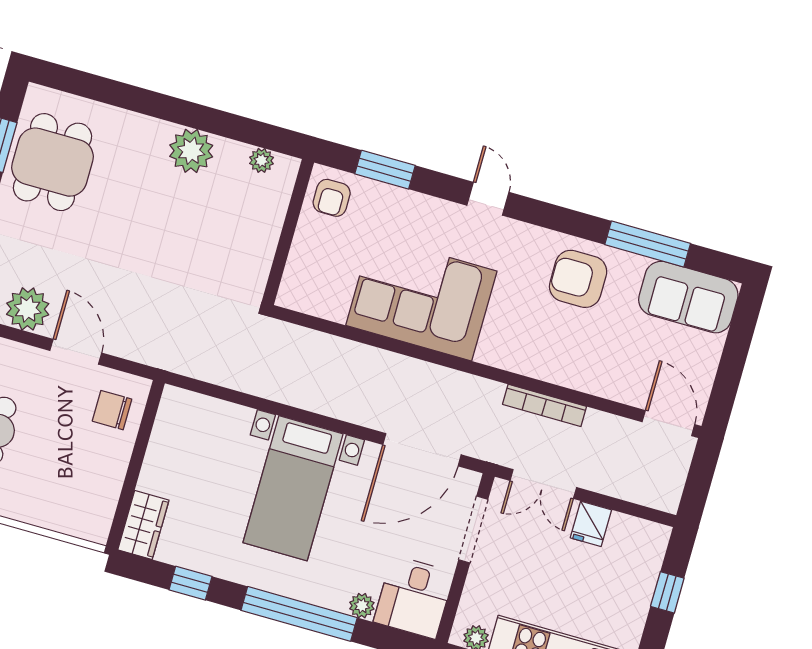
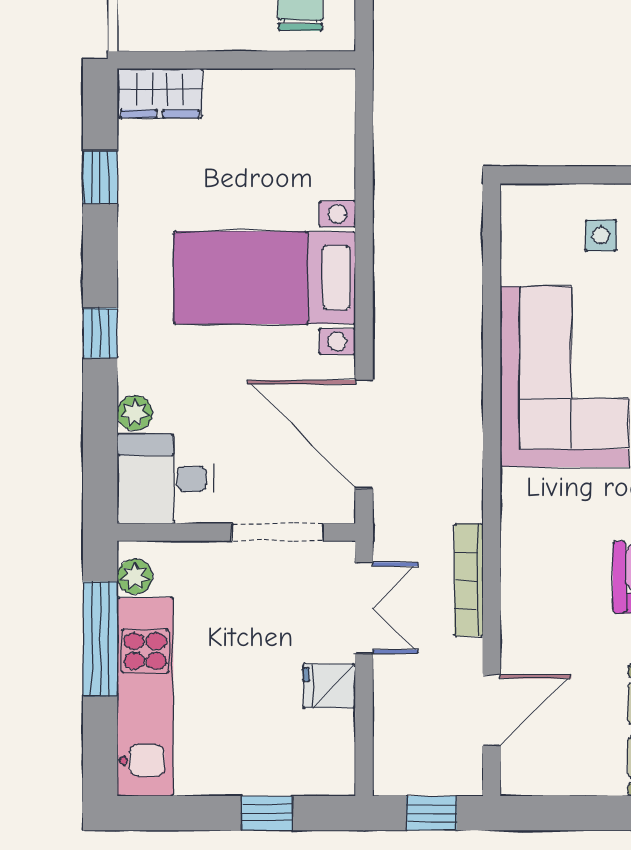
side table: (330, 245) -> (601, 235), added
door: (668, 423) -> (492, 710), moved
window: (700, 477) -> (432, 813), added
double door: (543, 484) -> (364, 608), swing flipped
window: (299, 614) -> (100, 333), width x0.32

